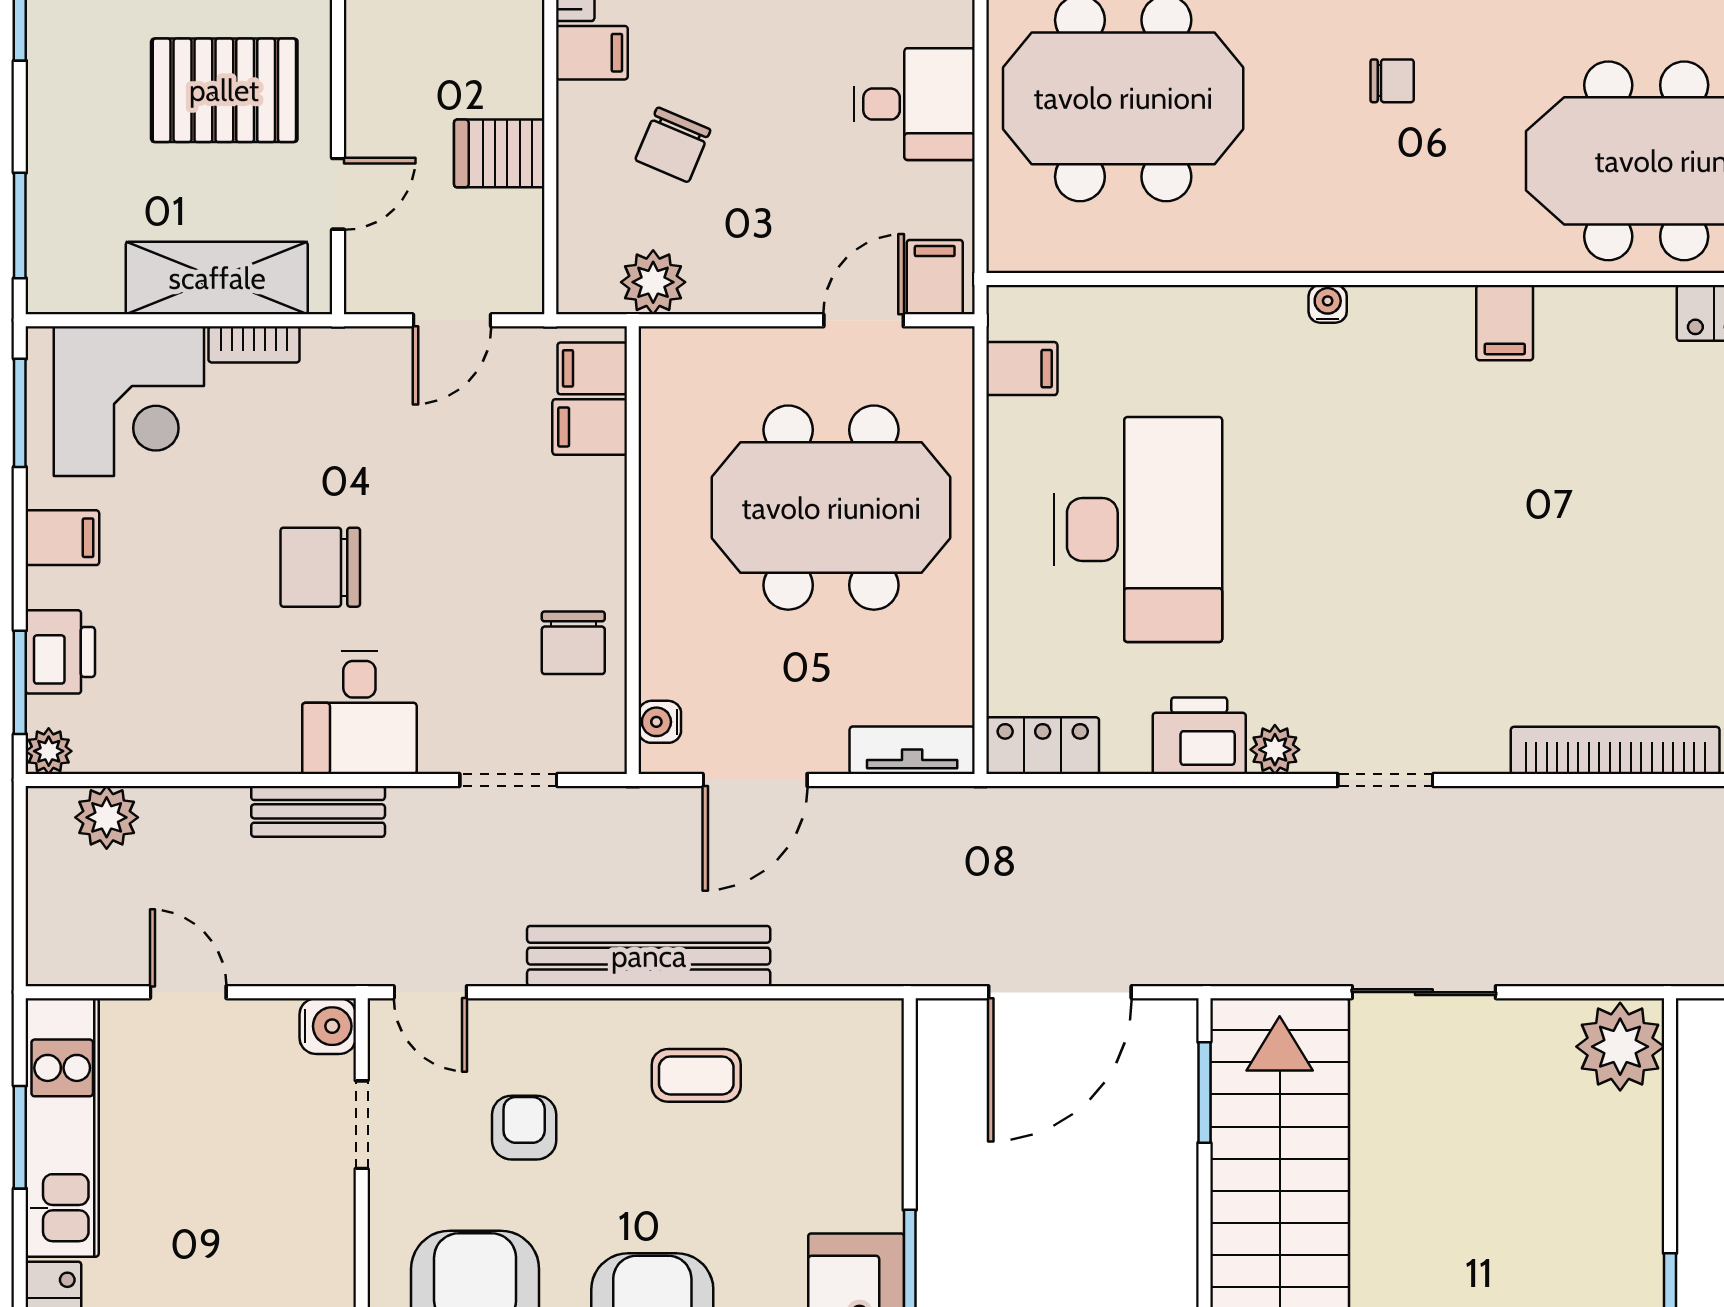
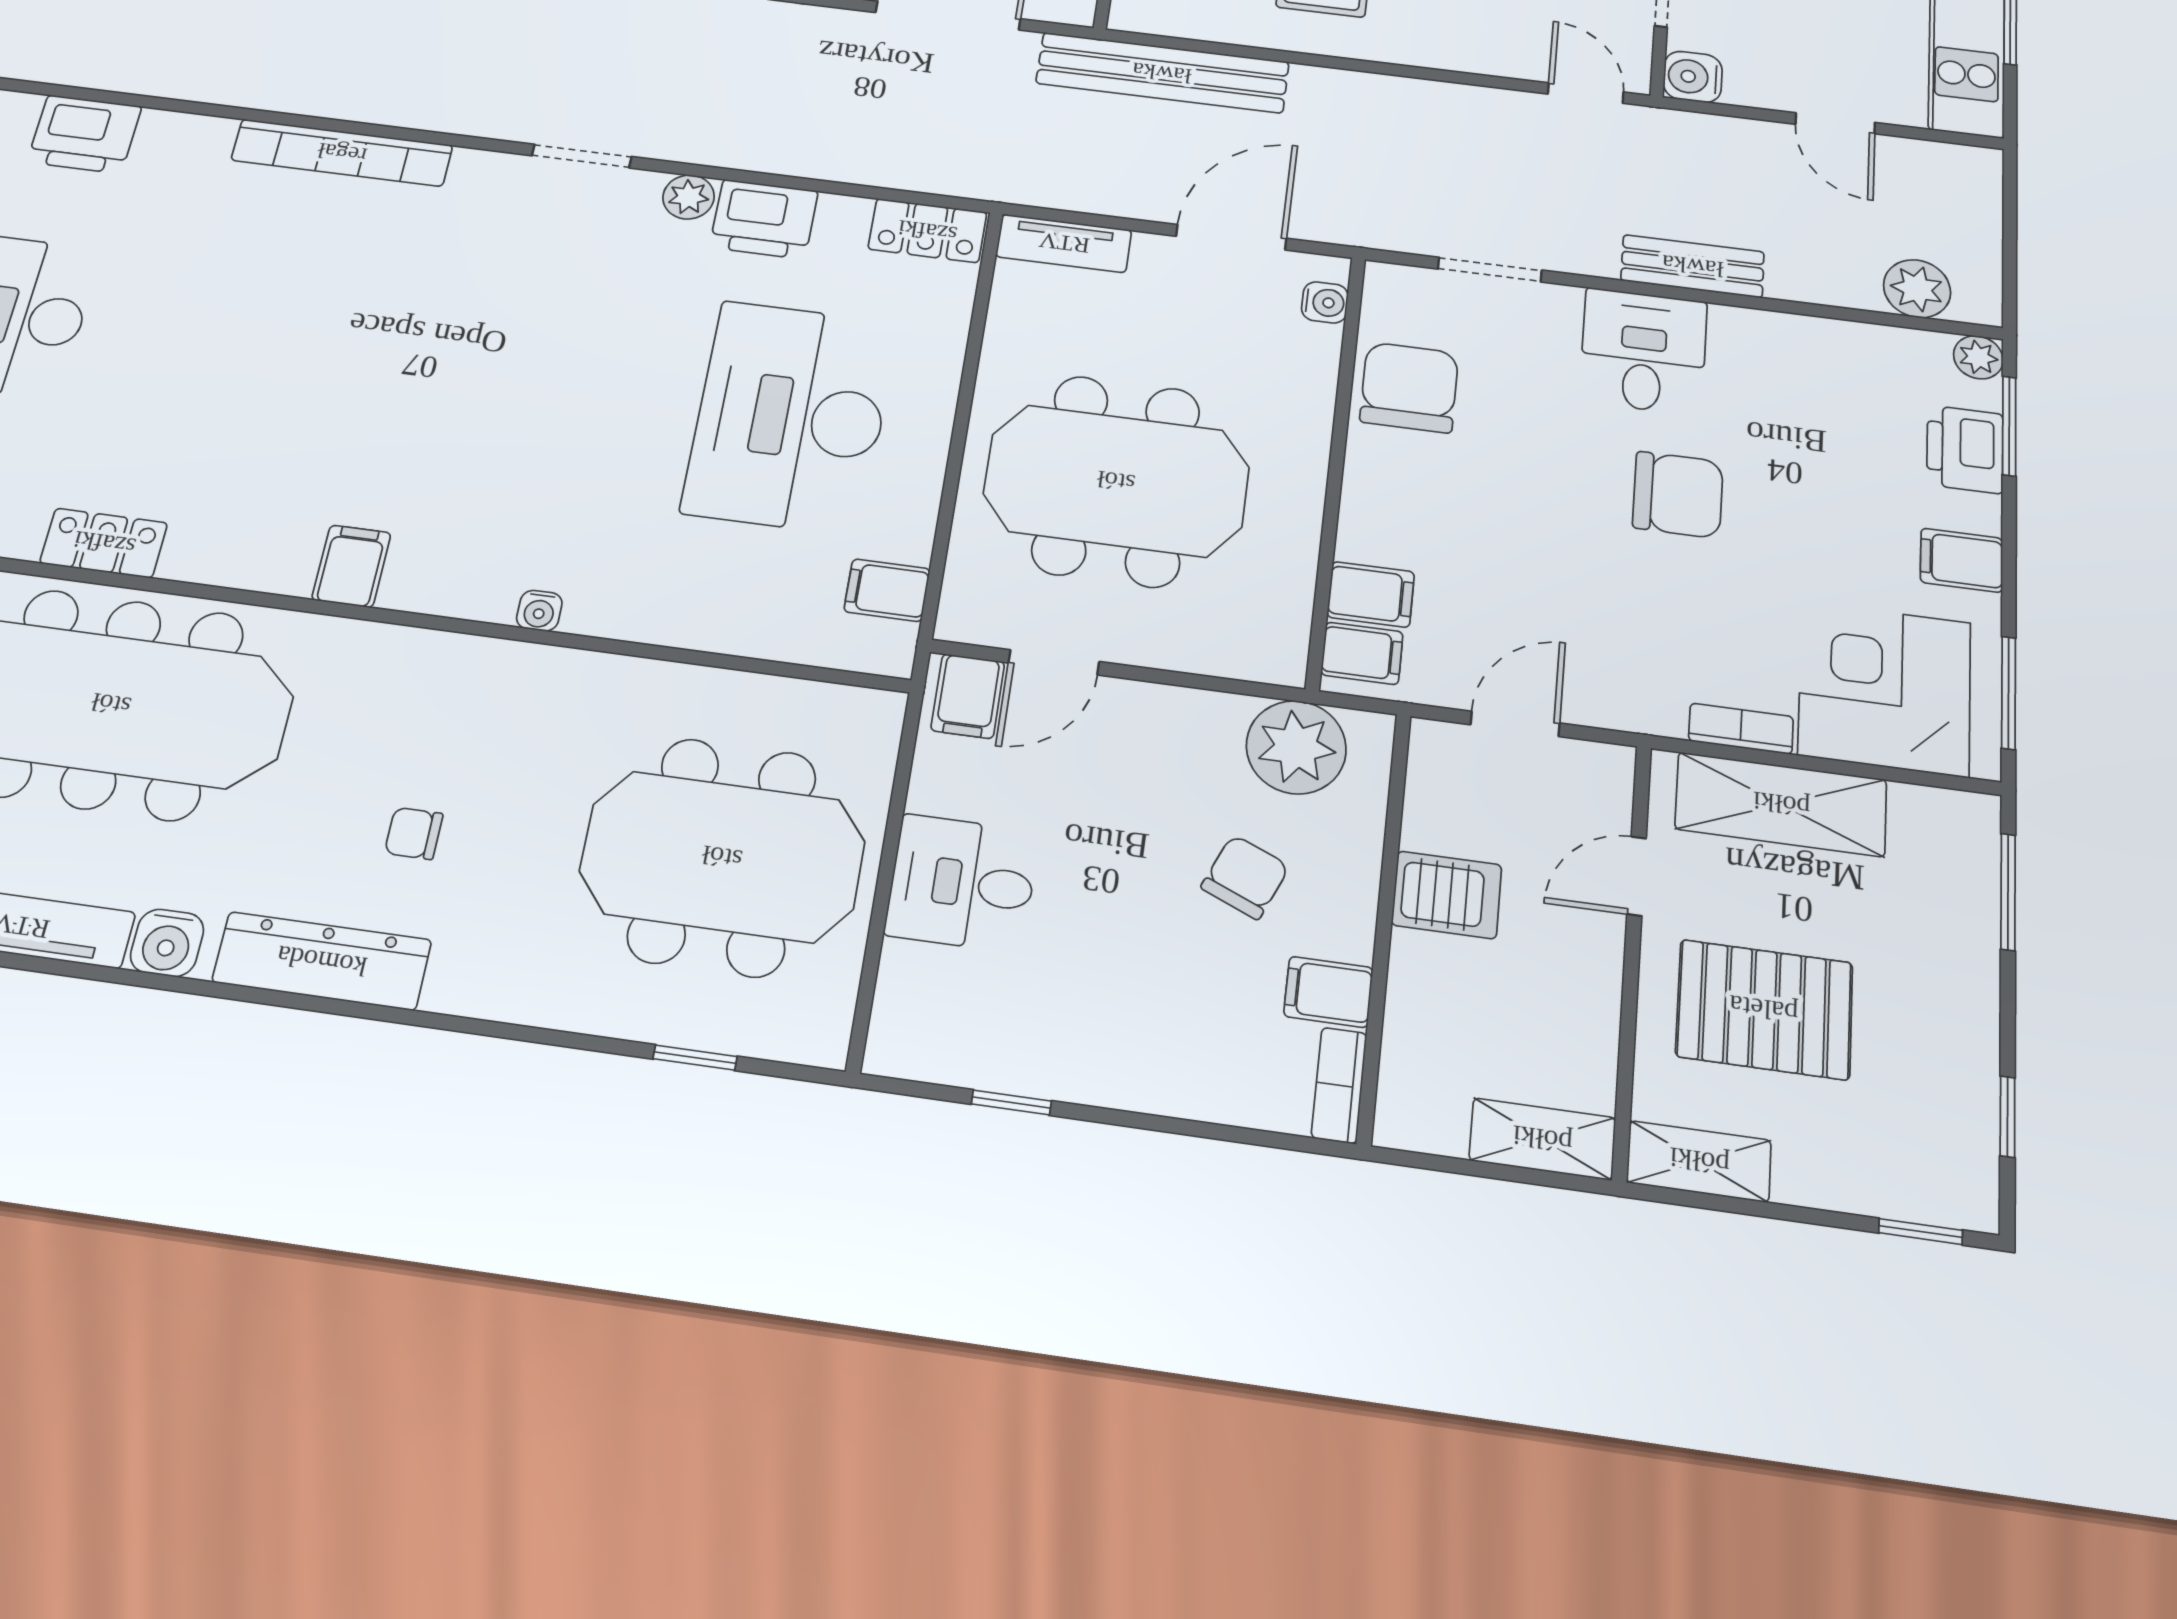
plant: (653, 282) -> (1296, 747), width x1.36, depth x1.36
chair: (573, 643) -> (1409, 387), width x1.37, depth x1.37
bench: (649, 956) -> (1162, 73), moved

